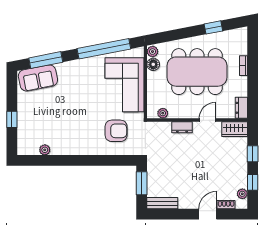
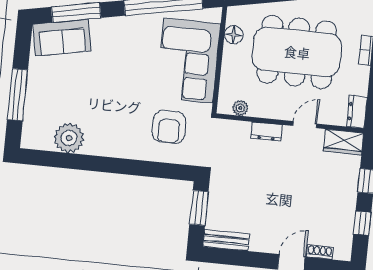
plant: (153, 52) -> (234, 16), removed
window: (12, 119) -> (17, 95), width x2.17
armchair: (116, 131) -> (169, 127), turned 90
plant: (45, 150) -> (69, 138), width x1.88, depth x1.88
plant: (242, 194) -> (345, 238), removed

